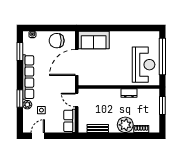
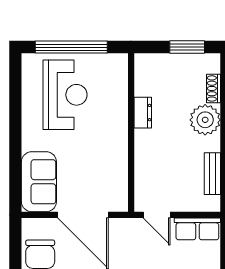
reception desk: (144, 65) -> (65, 95), moved, turned 90
door: (77, 100) -> (157, 215), hinge flipped
window: (162, 105) -> (187, 47), moved

